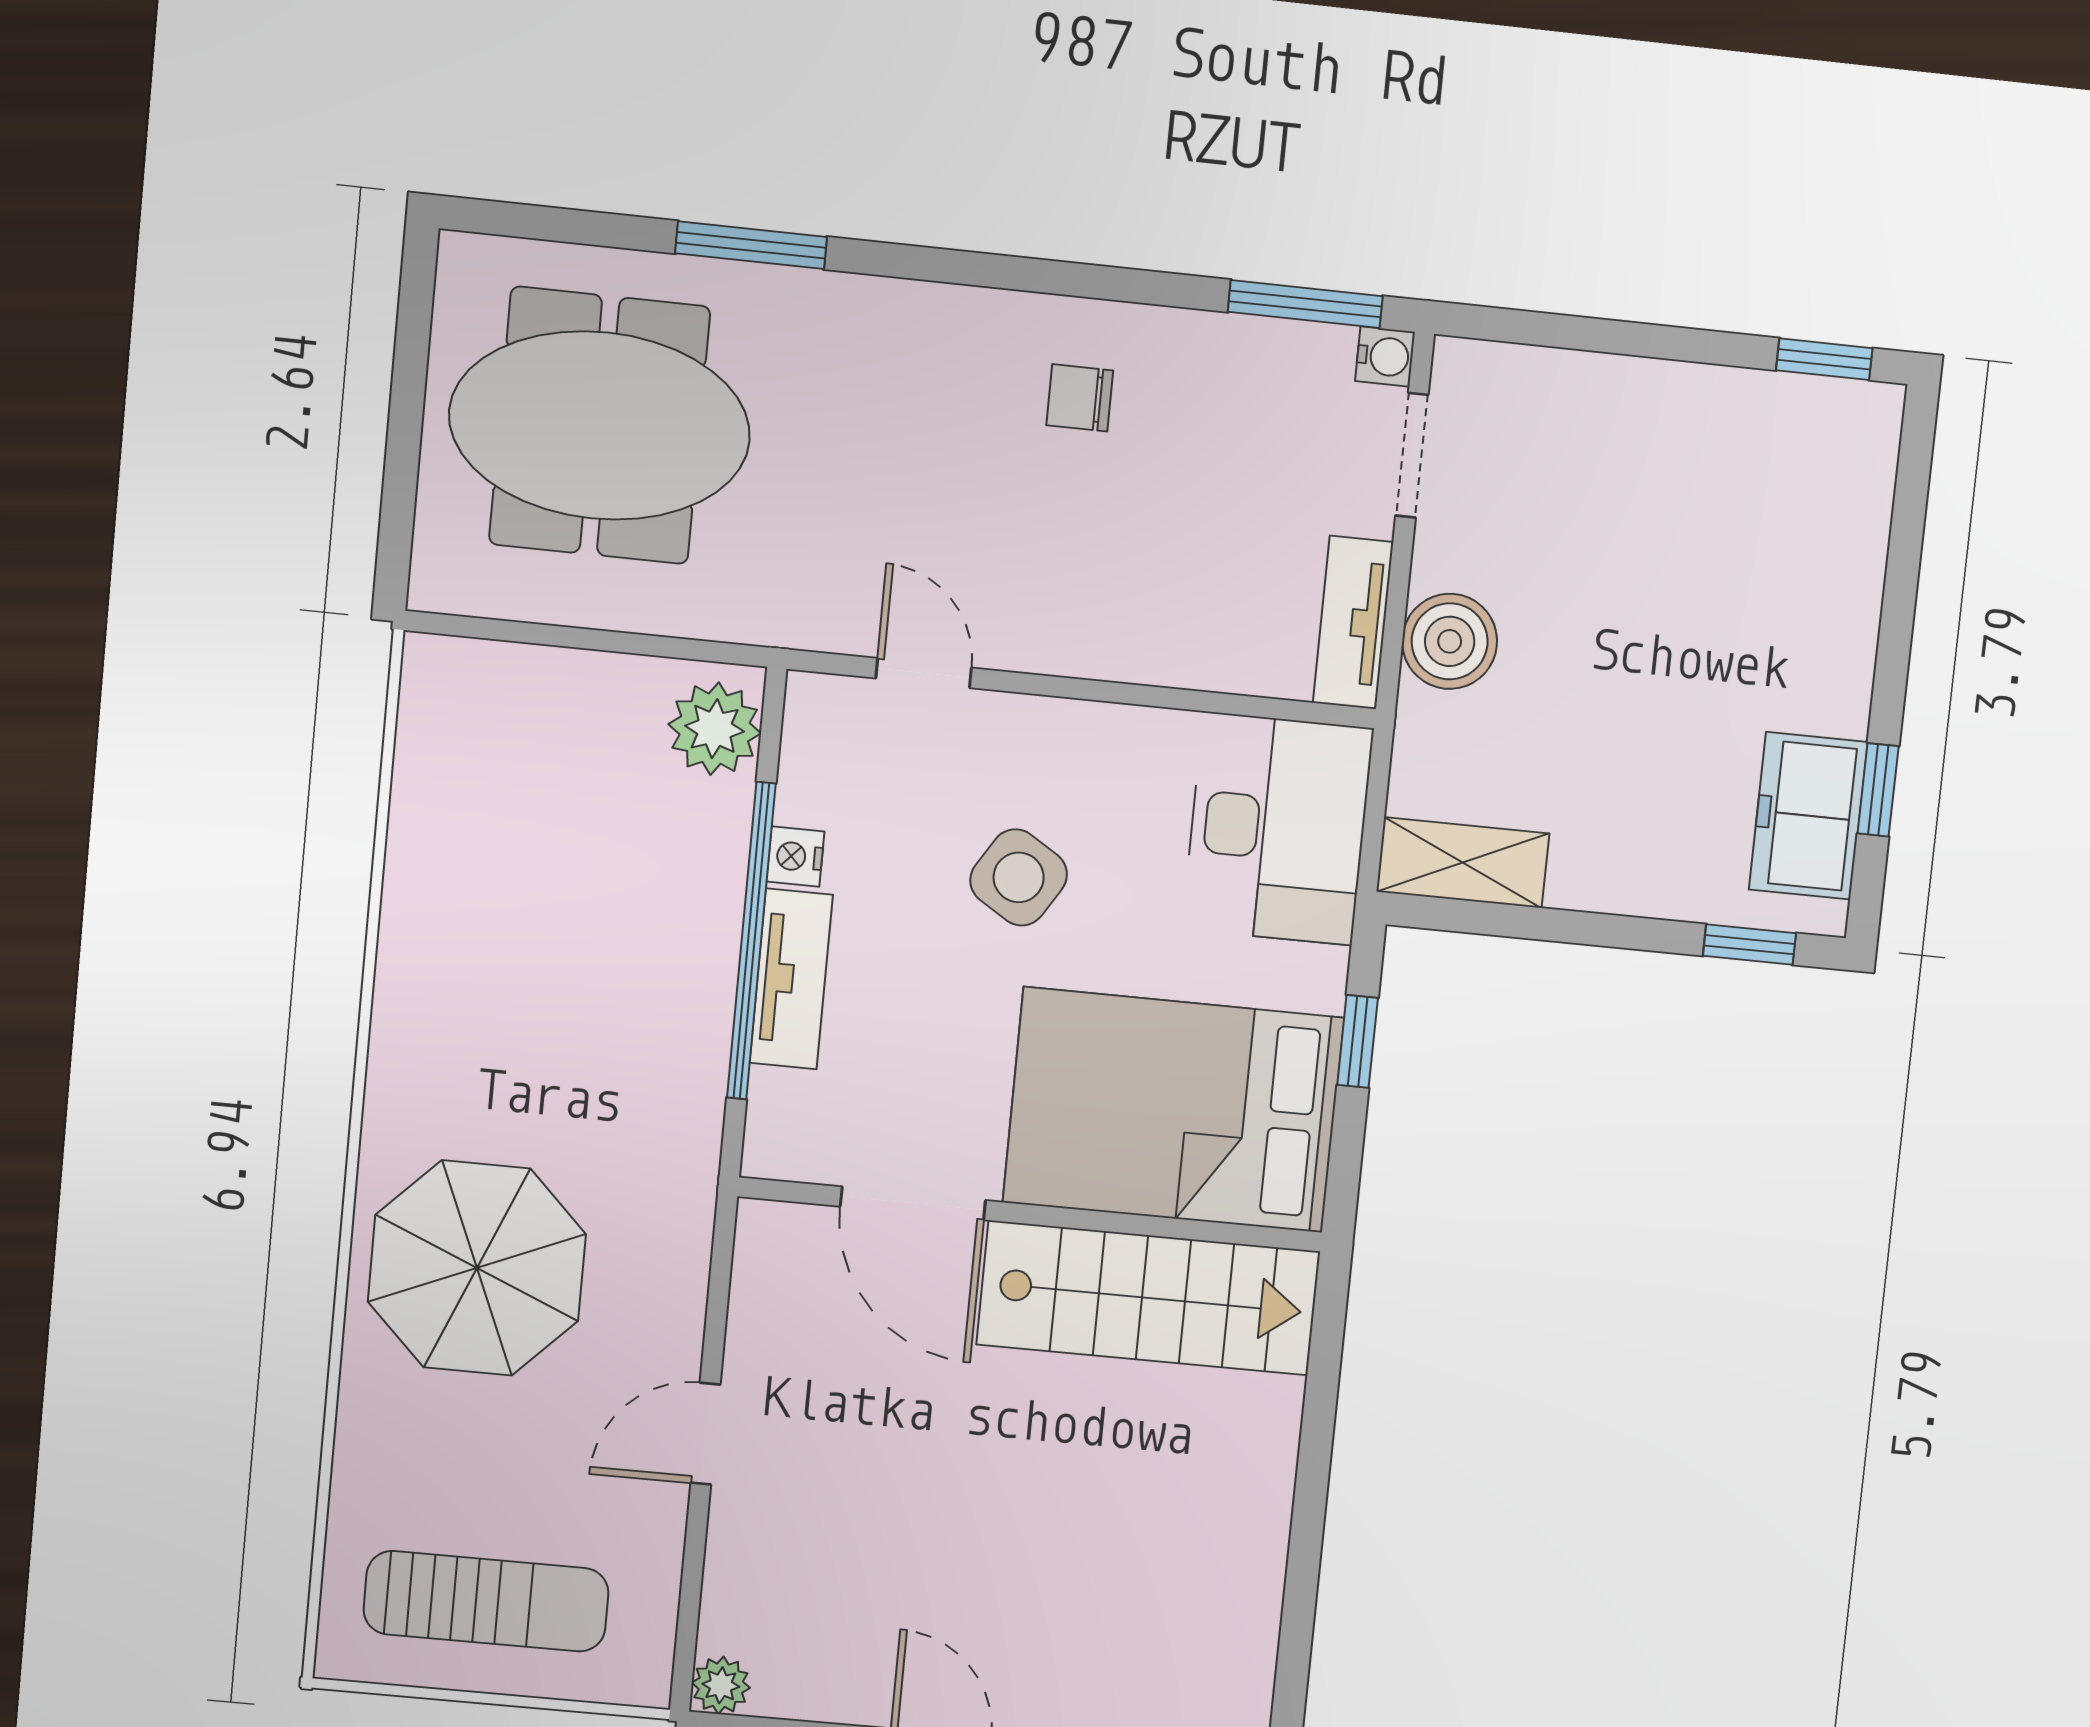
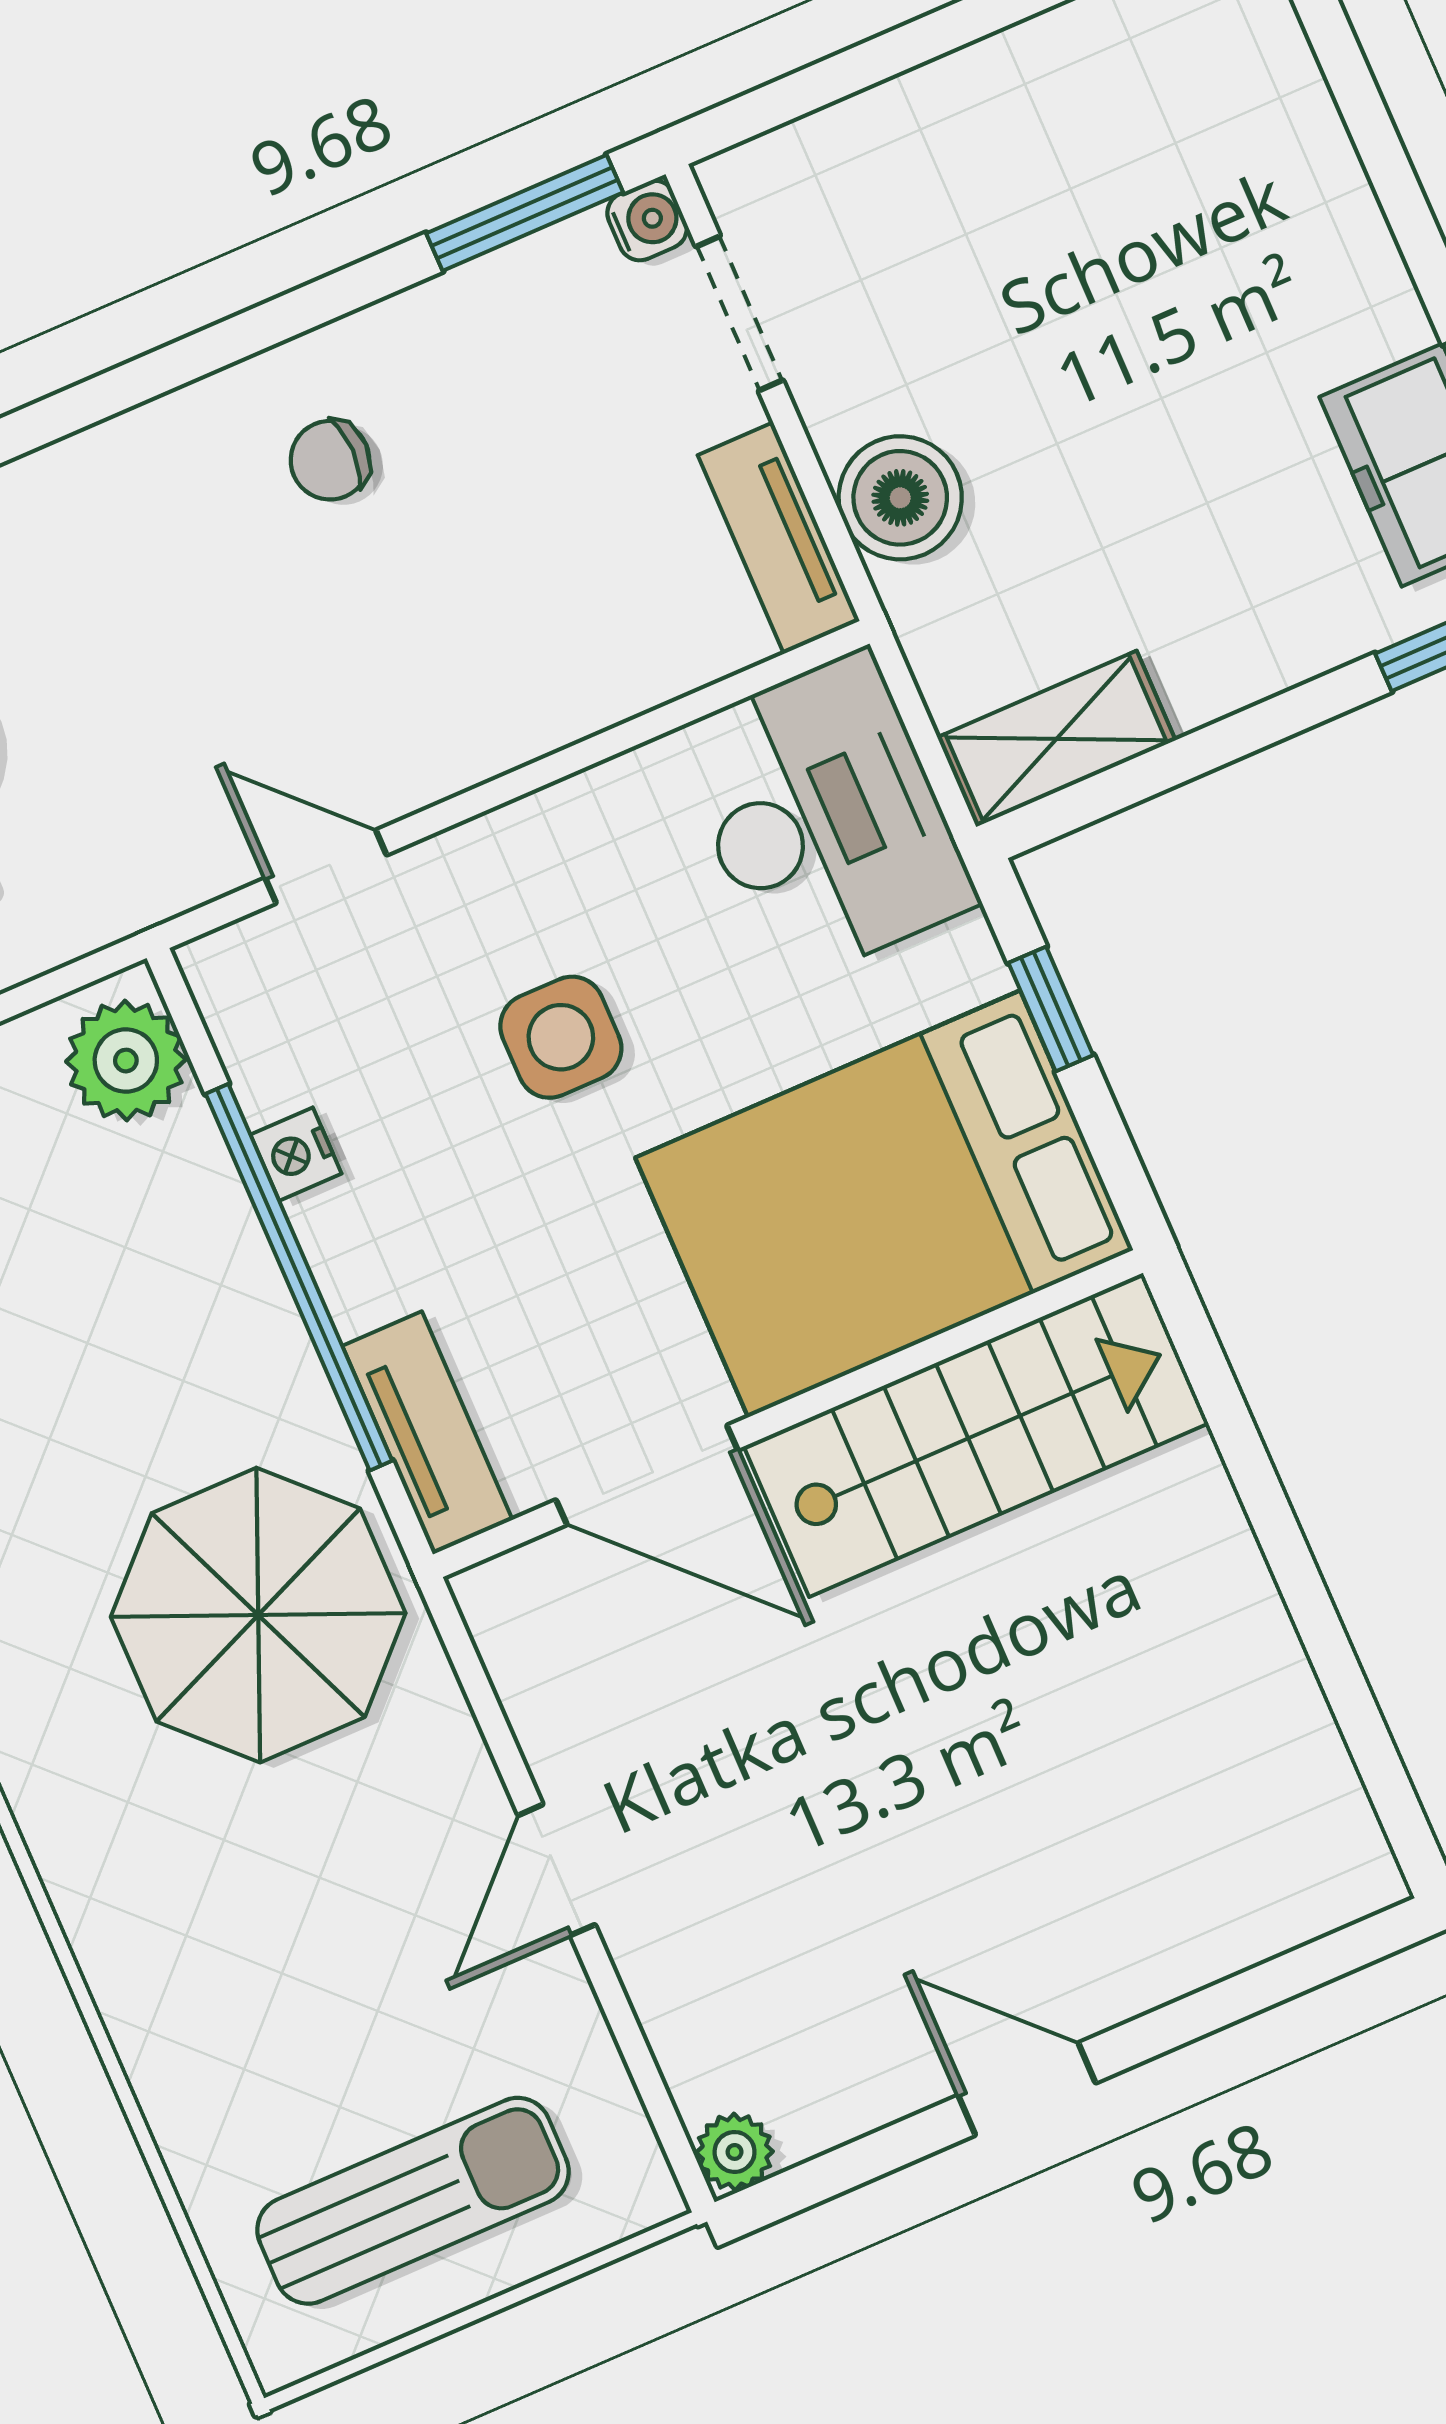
side table: (1019, 877) -> (561, 1037), turned -32
tv unit: (791, 979) -> (427, 1433), moved
parasol: (477, 1268) -> (258, 1615), moved

